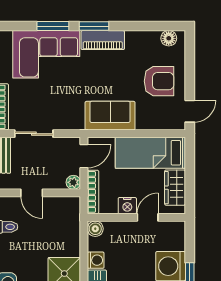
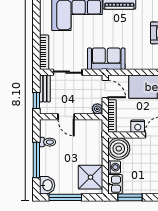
sofa: (110, 116) -> (106, 59), moved
door: (84, 156) -> (105, 89), hinge flipped
boiler: (95, 229) -> (119, 149), width x1.86, depth x1.86

